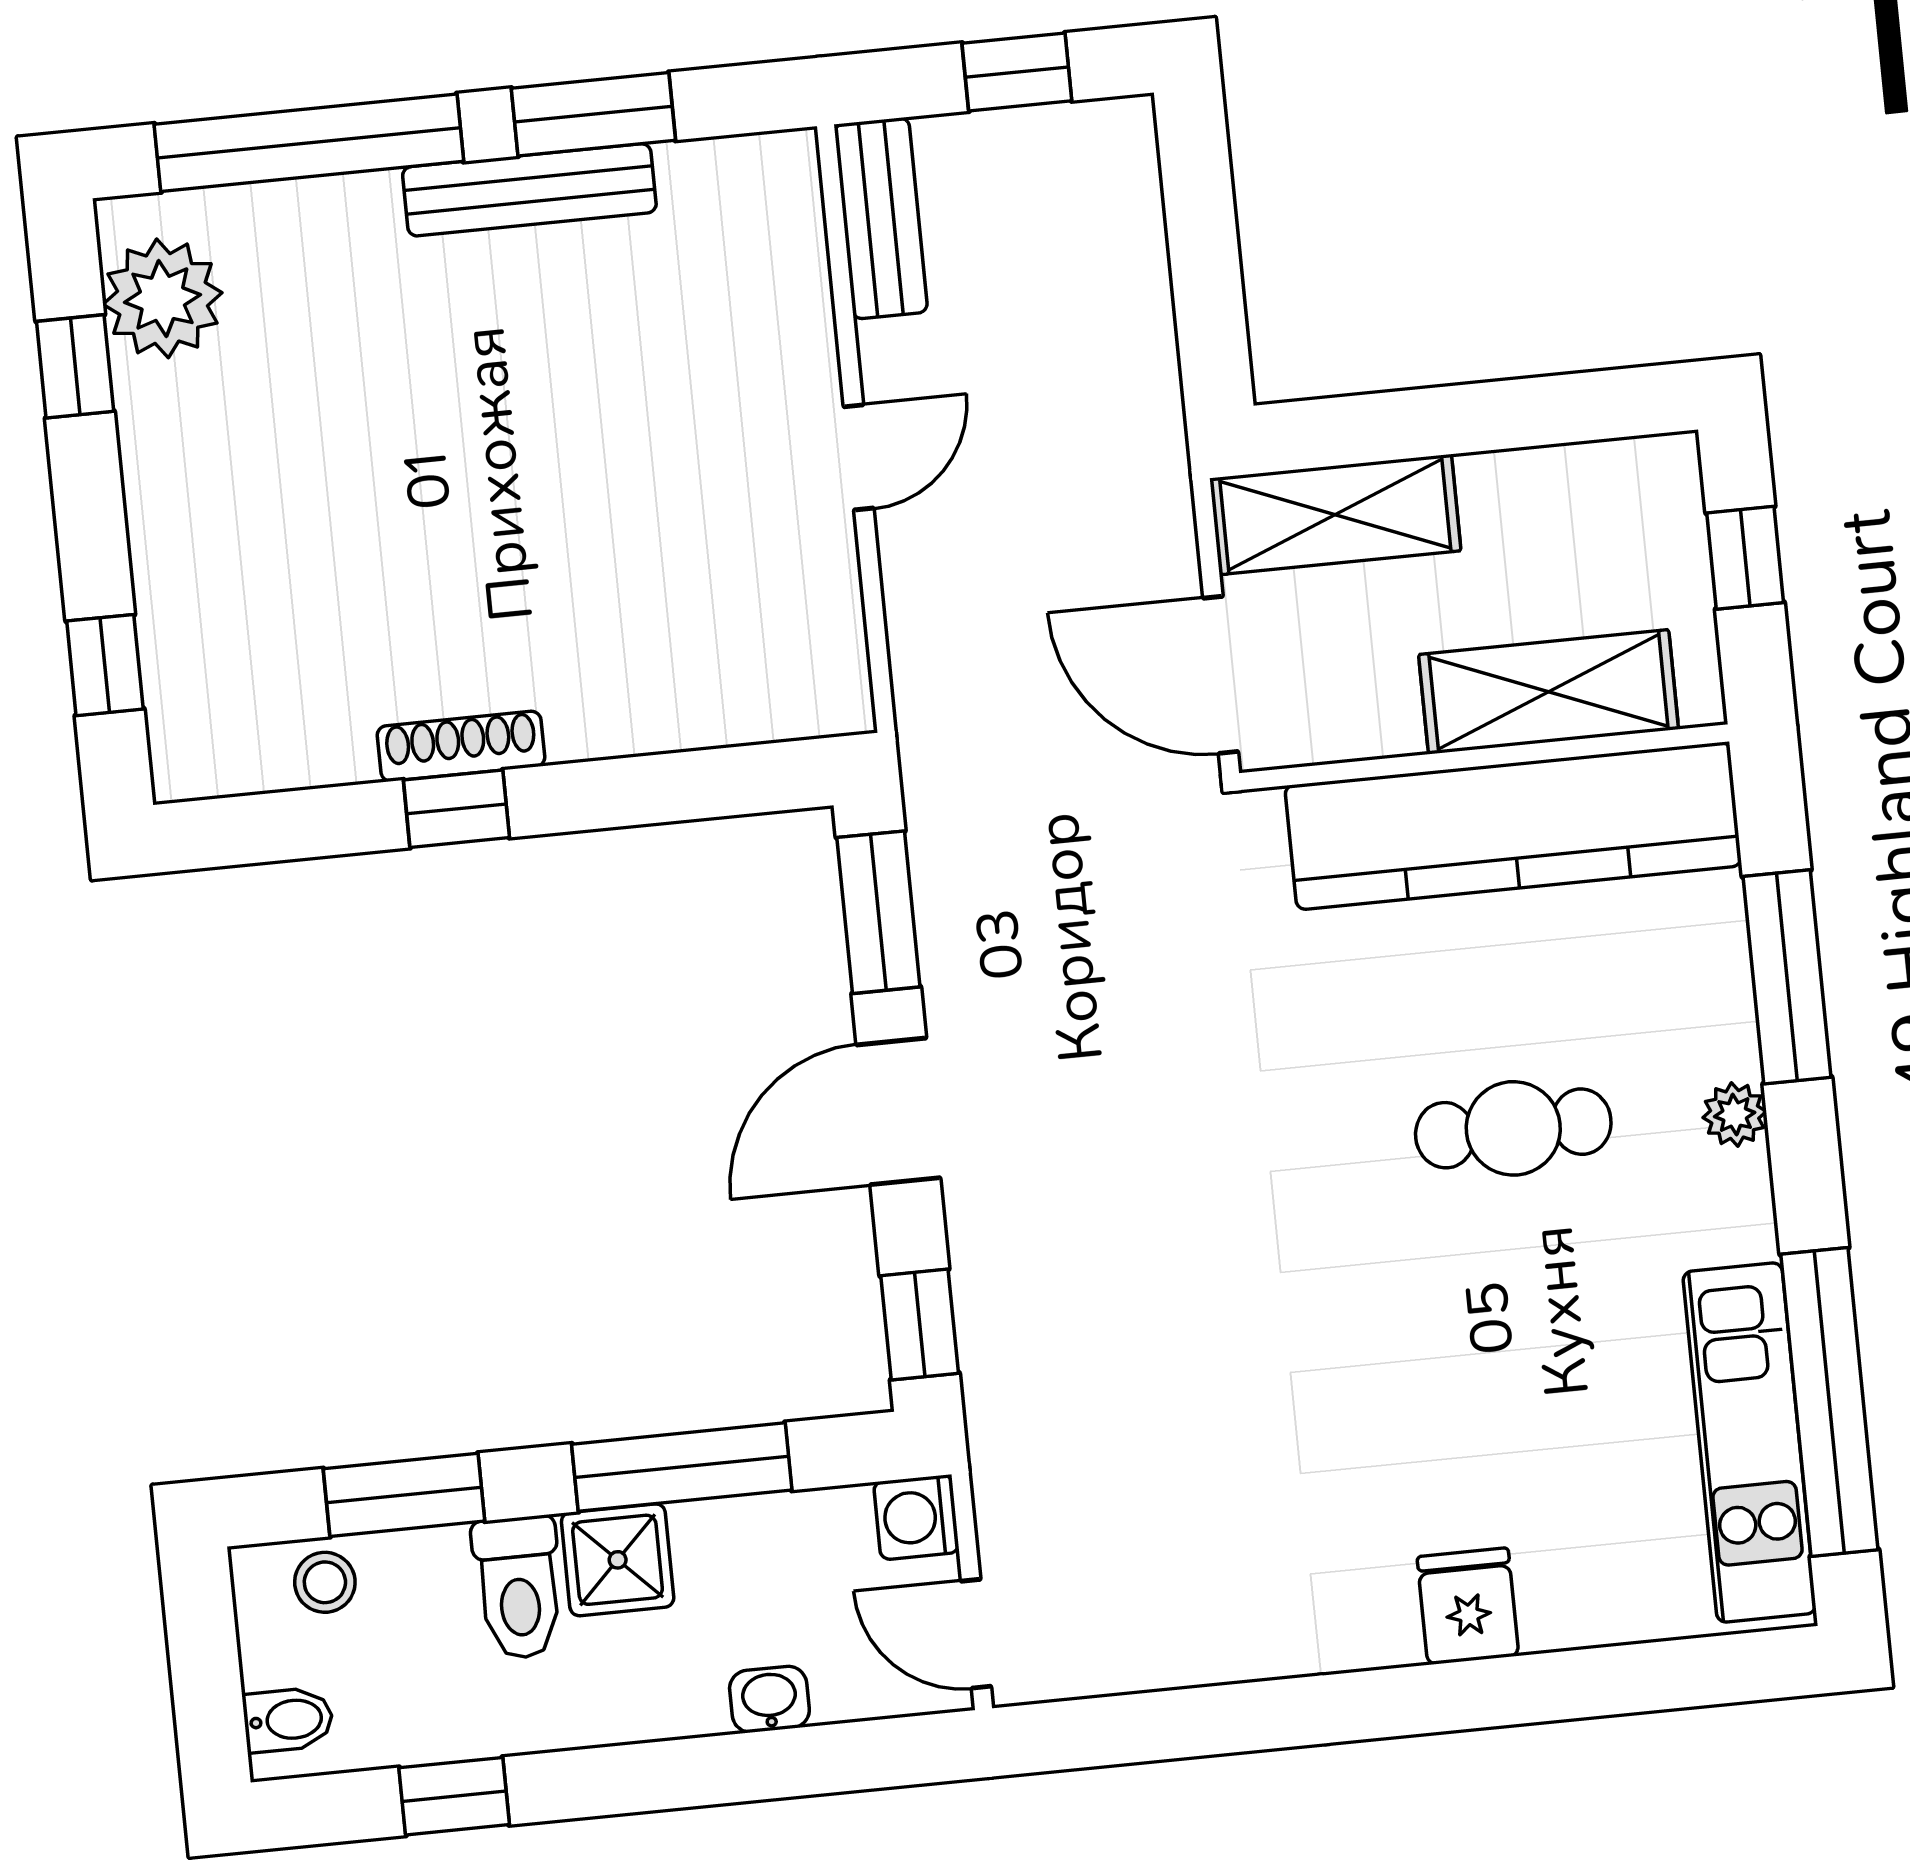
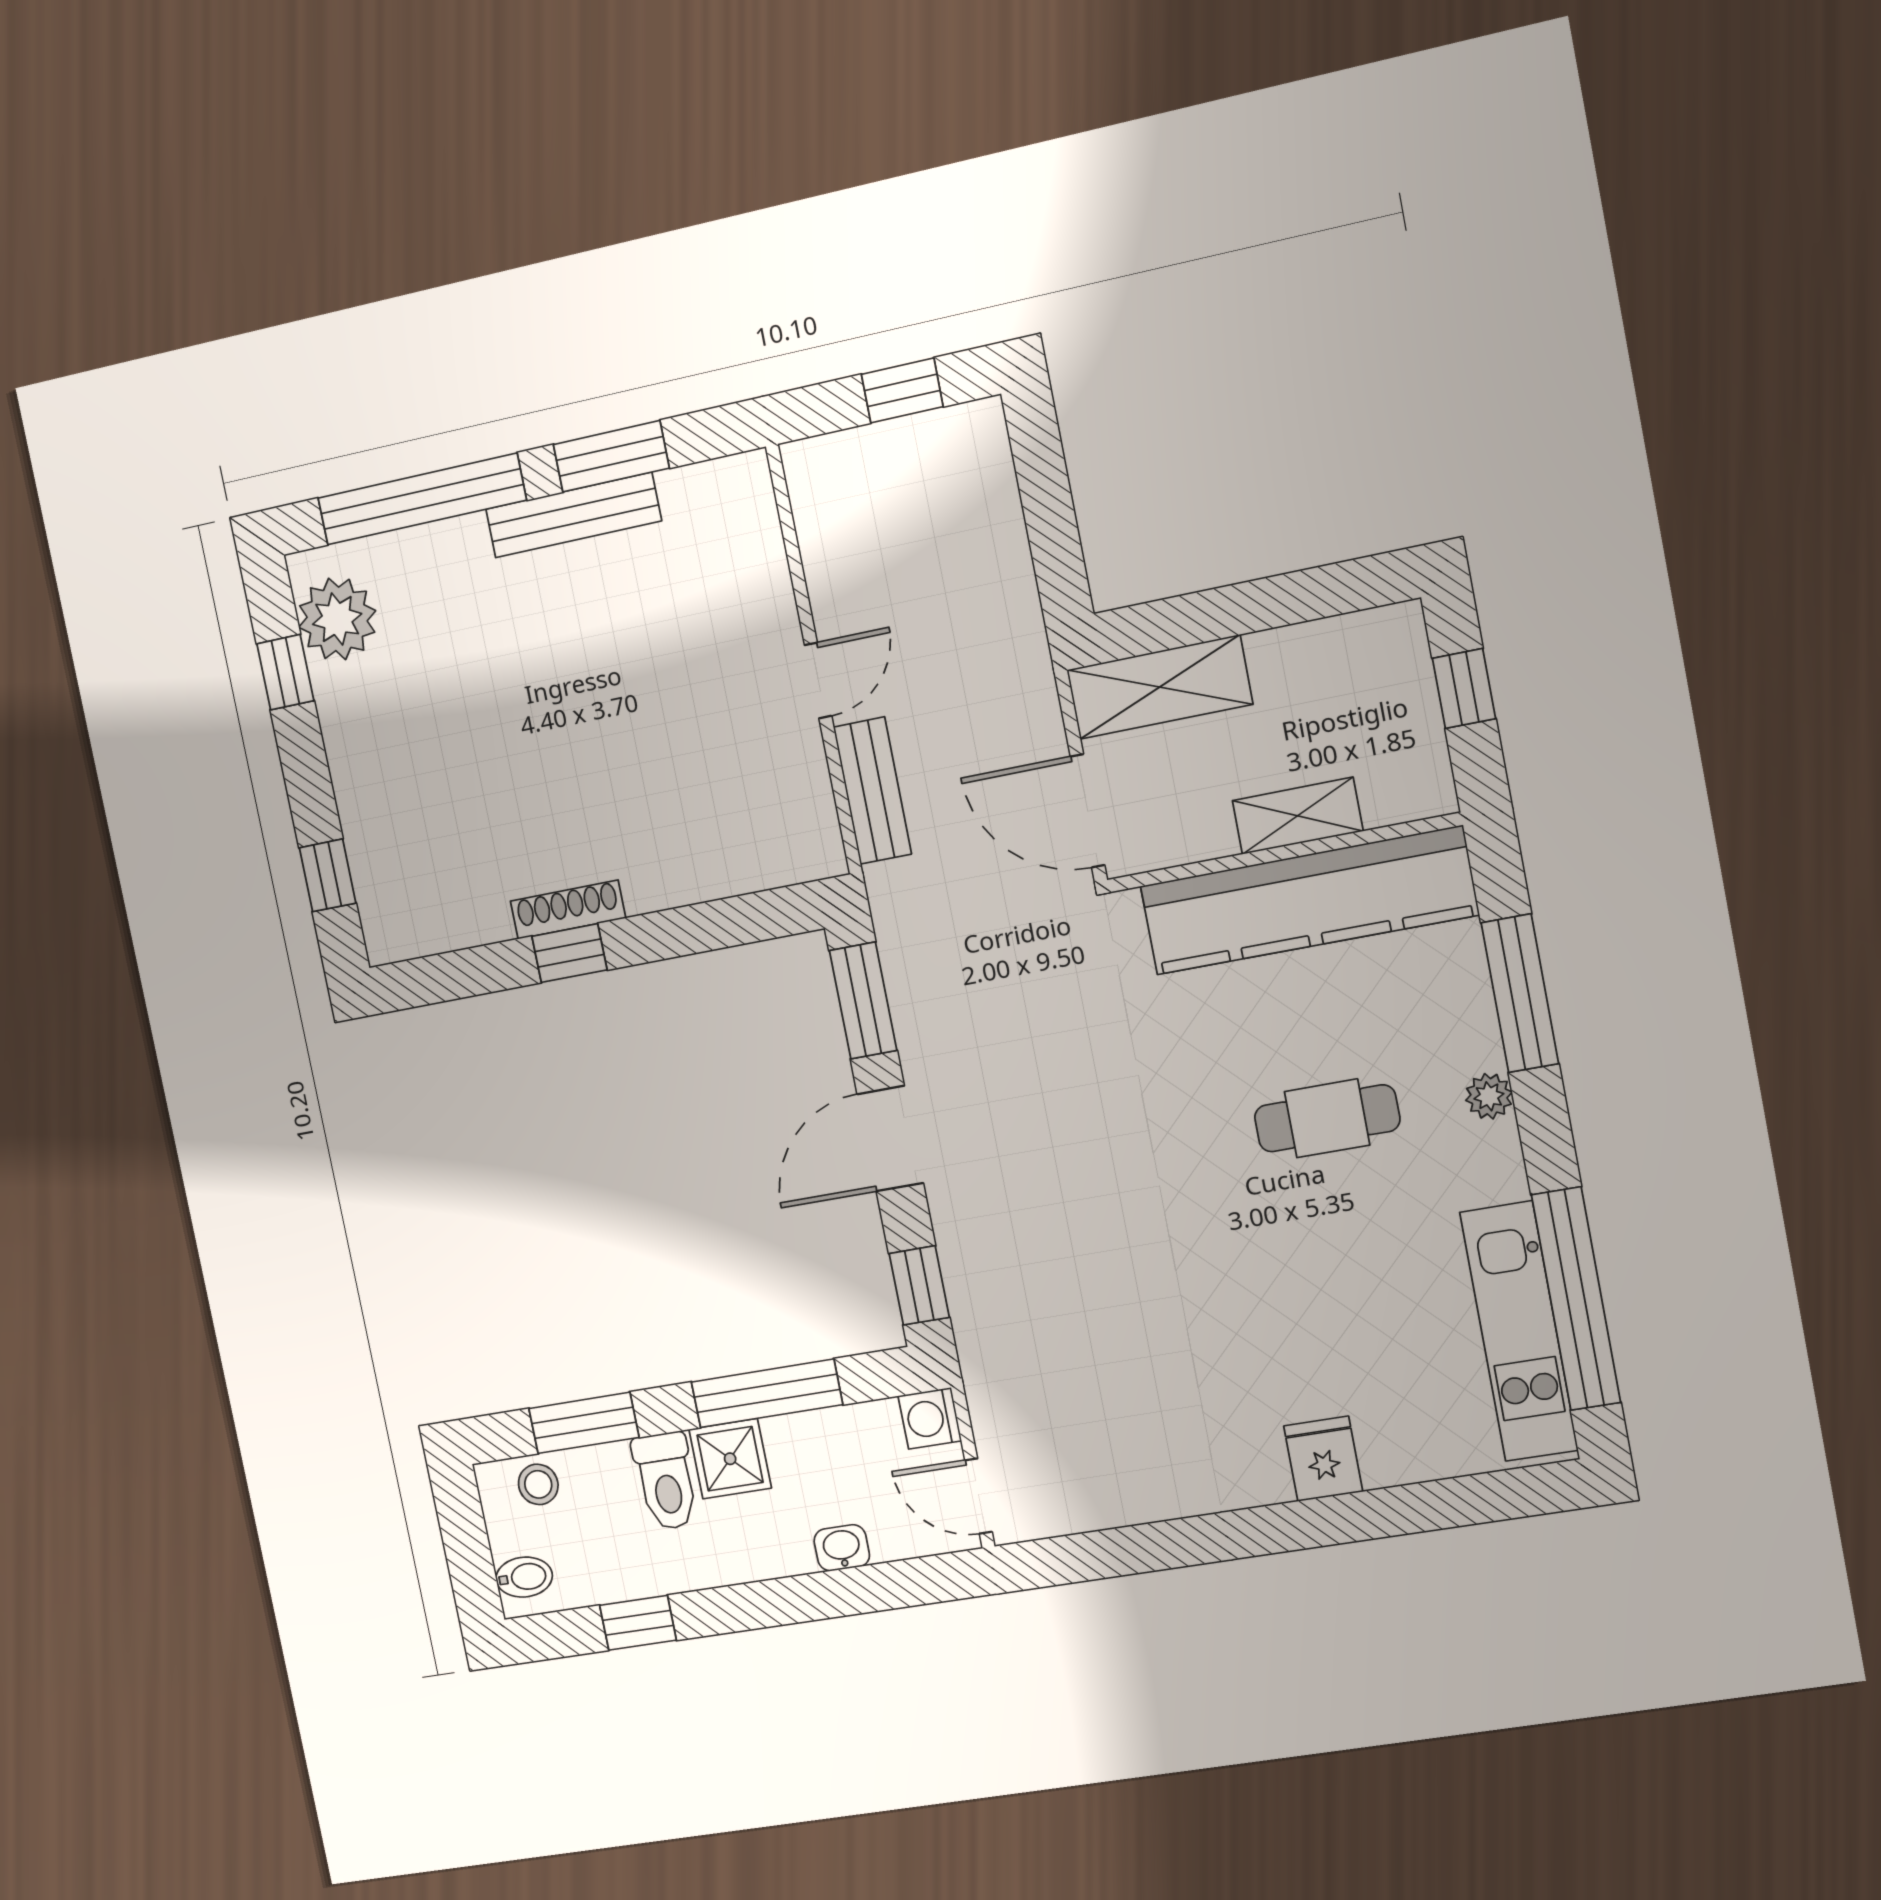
bench: (881, 218) -> (872, 791), moved
shelving: (1549, 692) -> (1298, 816), width x0.67, depth x0.75

